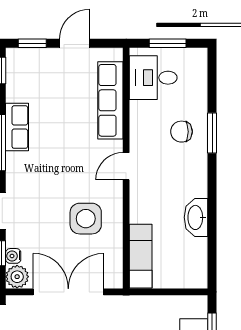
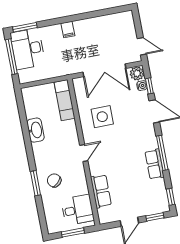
row of seats: (110, 100) -> (101, 191), width x0.68
chair: (181, 132) -> (54, 180), turned -133

